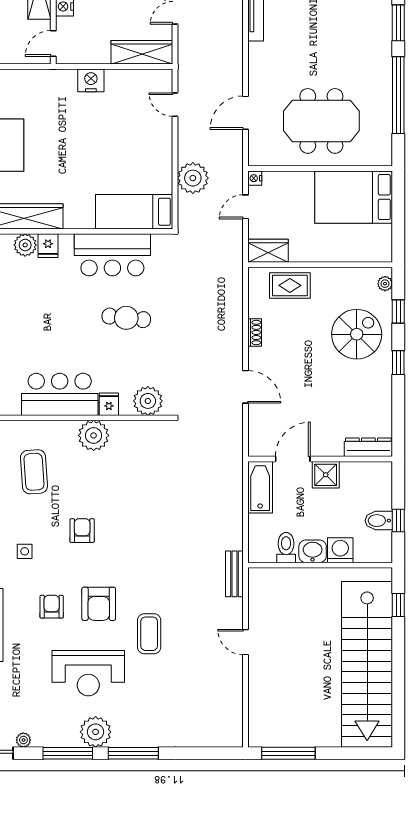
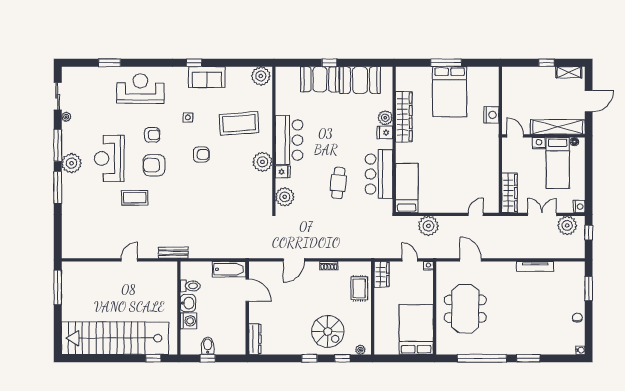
nightstand: (91, 80) -> (491, 115), moved
coffee table: (34, 472) -> (239, 123), width x1.36, depth x1.32
shower: (326, 475) -> (237, 311), removed

